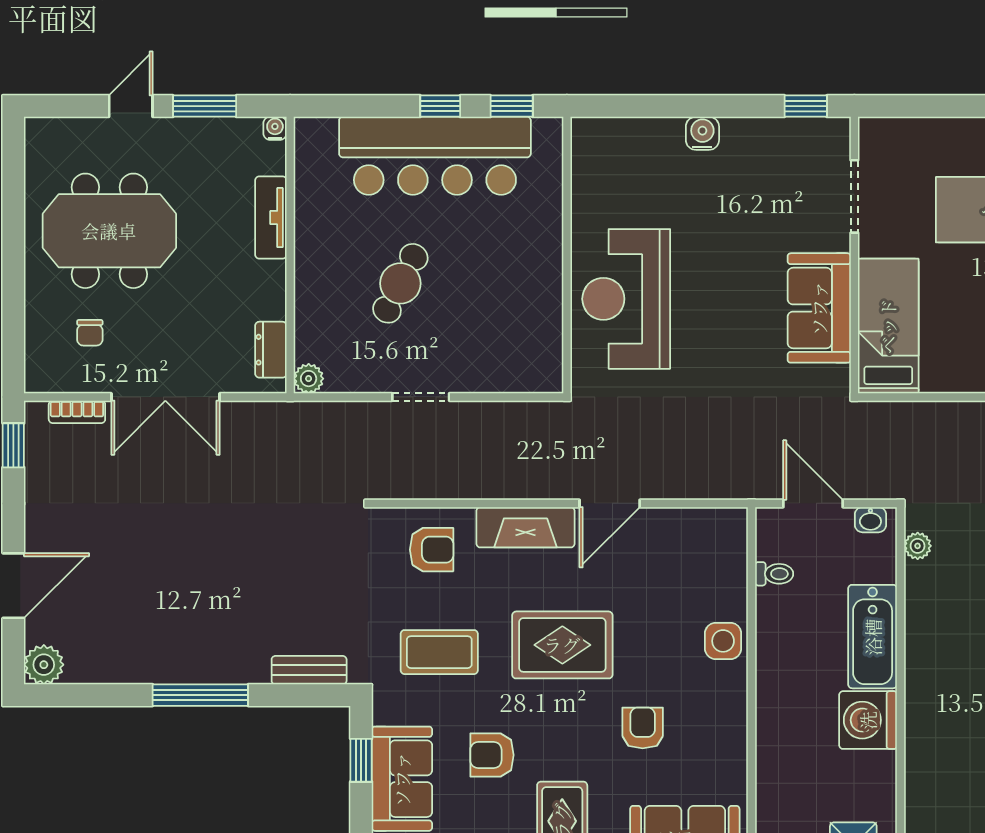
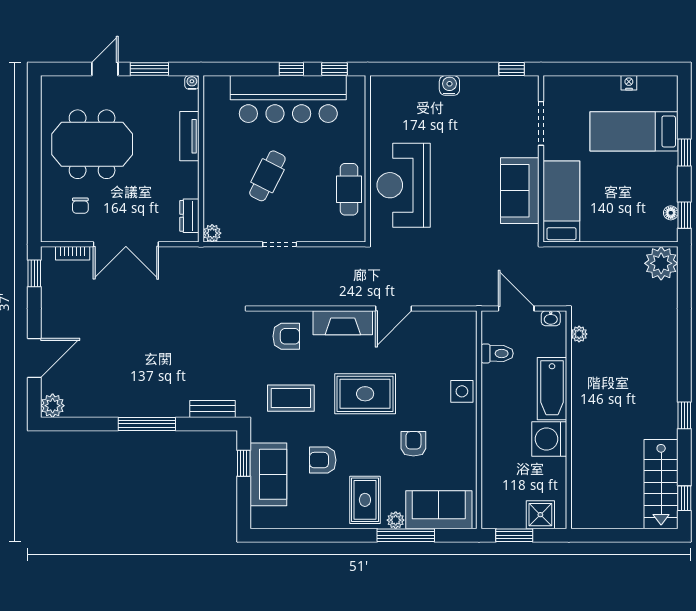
cafe table: (536, 306) -> (349, 189), added
toilet: (774, 574) -> (497, 353), width x1.37, depth x1.39

